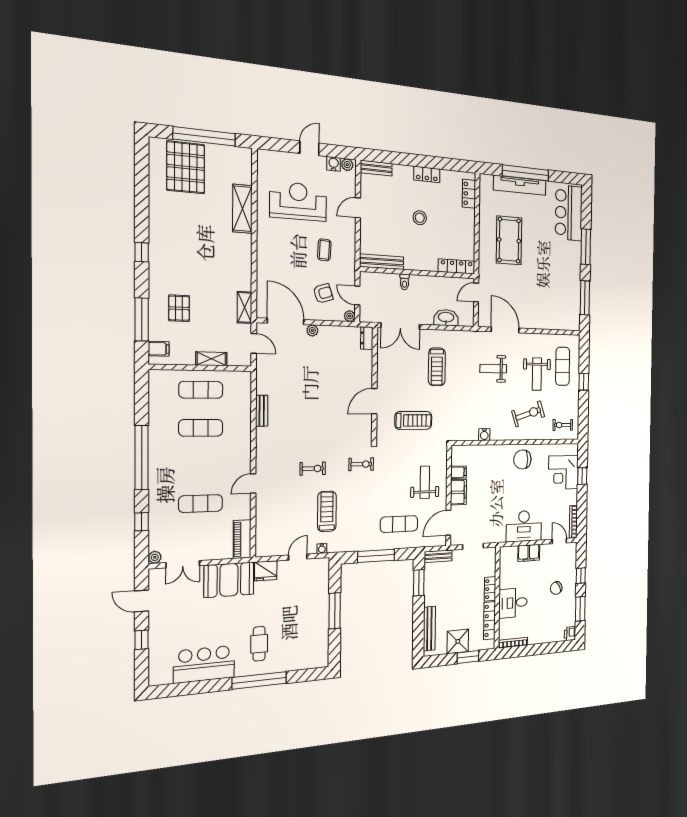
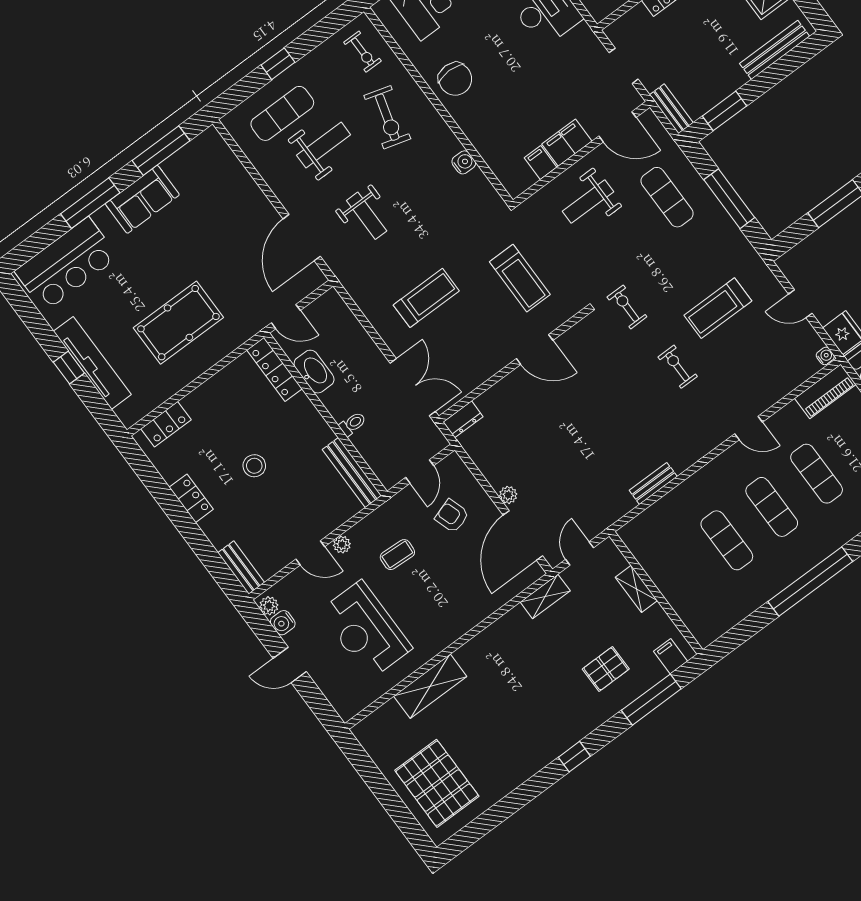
window: (204, 136) -> (383, 791), removed
pallet: (186, 167) -> (437, 783), turned 90
window: (525, 173) -> (69, 368), width x0.32
sofa: (571, 271) -> (142, 199), added
plant: (350, 316) -> (342, 545), moved
washbasin: (446, 318) -> (314, 372), moved, turned 180
exercise mat: (201, 390) -> (772, 507), moved
exercise bike: (528, 414) -> (387, 117), turned -146
treadmill: (413, 420) -> (520, 278), turned 180
water cooler: (322, 549) -> (825, 356), moved

